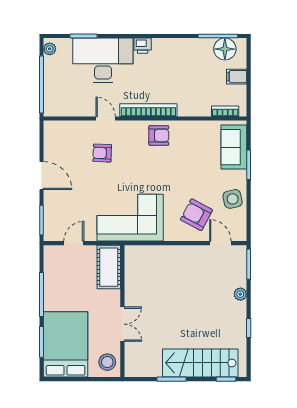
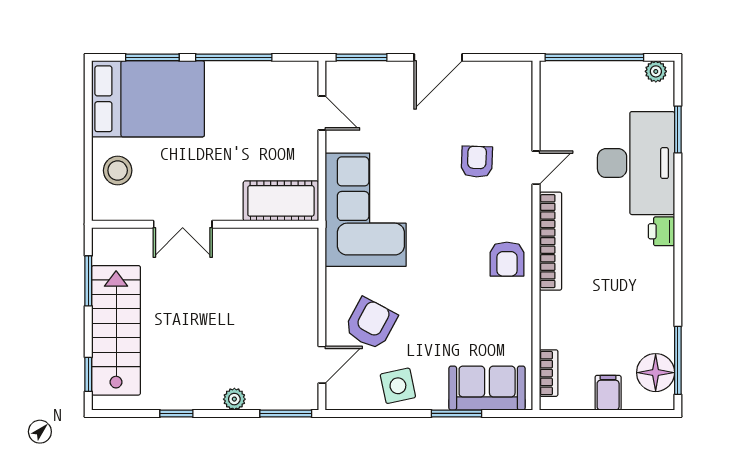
cot: (109, 267) -> (281, 201), moved
wall: (122, 311) -> (205, 224), moved
double door: (122, 324) -> (183, 224), moved

